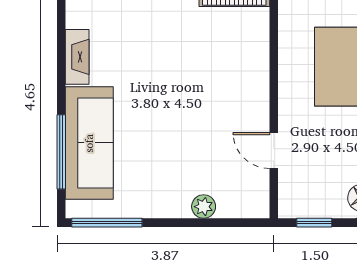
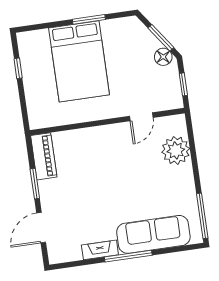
window: (61, 152) -> (128, 256), moved
plant: (204, 207) -> (176, 150), width x1.88, depth x1.88

